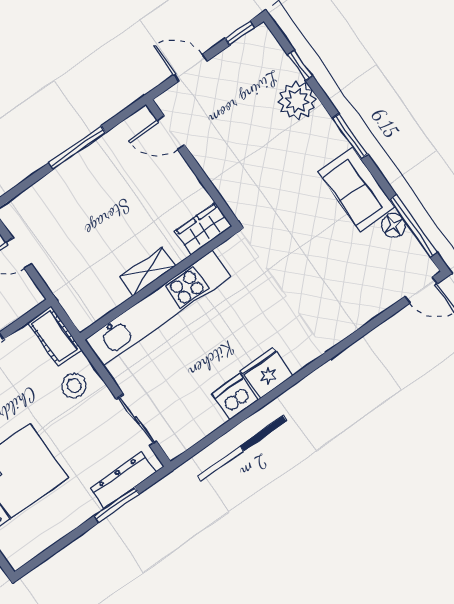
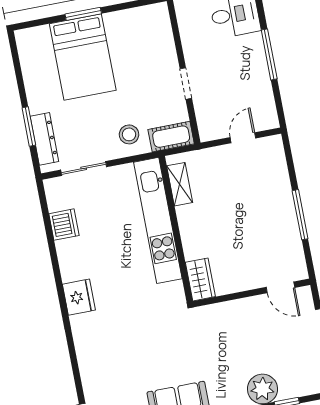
door: (171, 133) -> (280, 287), swing flipped
shelving: (148, 272) -> (180, 184), moved
fridge: (267, 373) -> (79, 297), moved
dishwasher: (235, 397) -> (64, 225), moved

